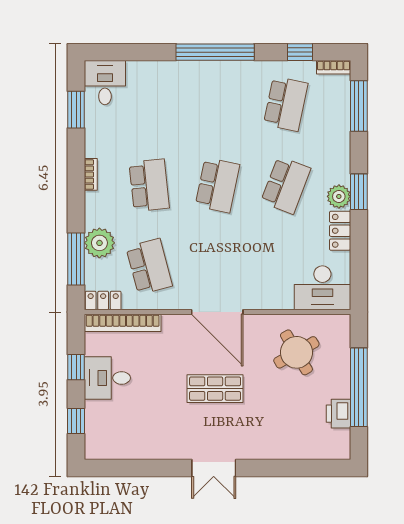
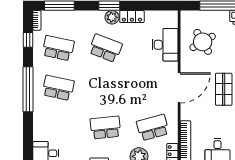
school desk: (217, 185) -> (58, 88), moved
desk: (322, 288) -> (165, 45), moved

